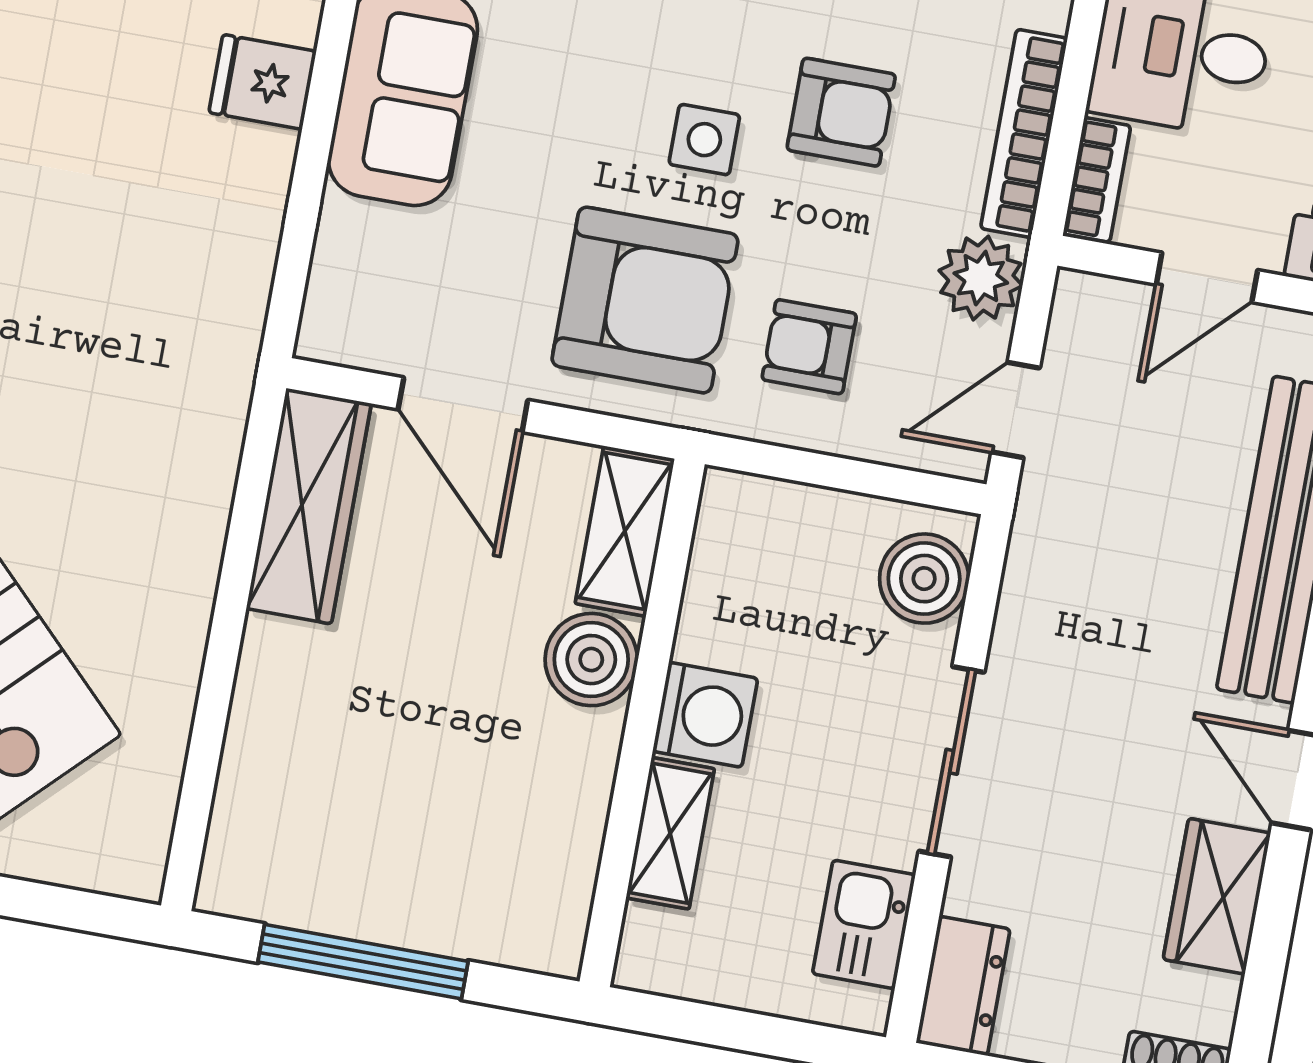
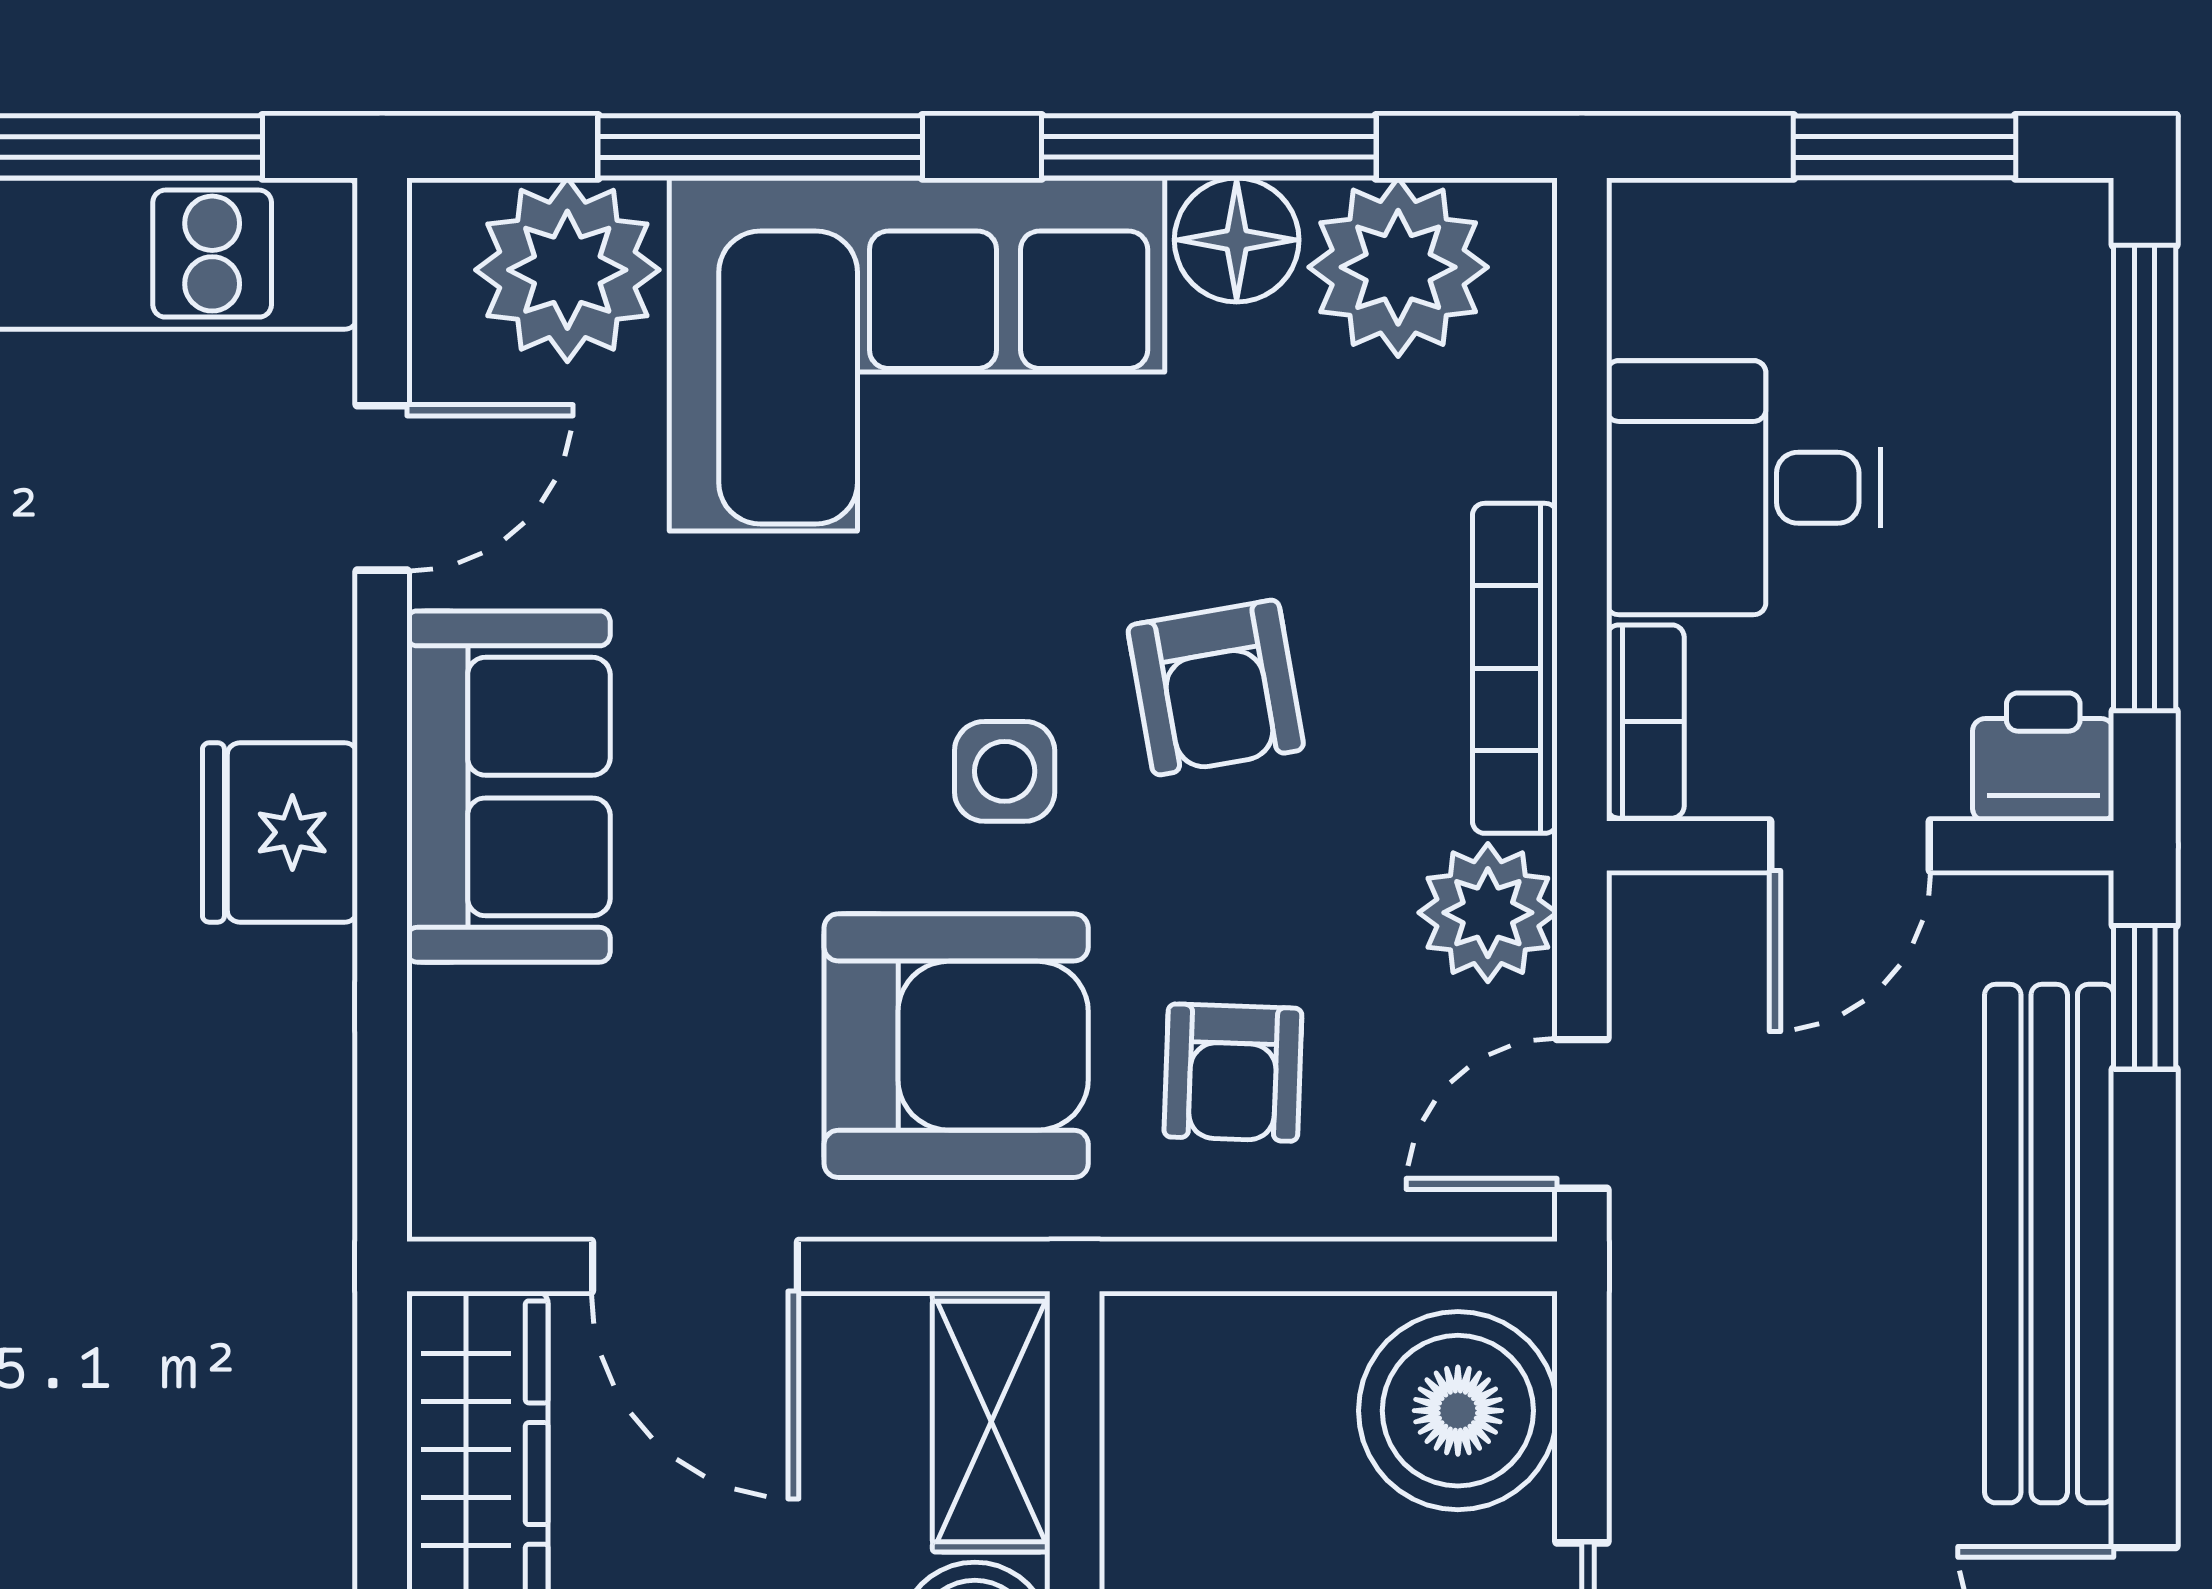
fridge: (263, 82) -> (280, 832), width x1.38
armchair: (841, 112) -> (1216, 688), turned 80
armchair: (809, 347) -> (1233, 1073), turned -88
boiler: (924, 579) -> (1458, 1411), width x1.37, depth x1.37

